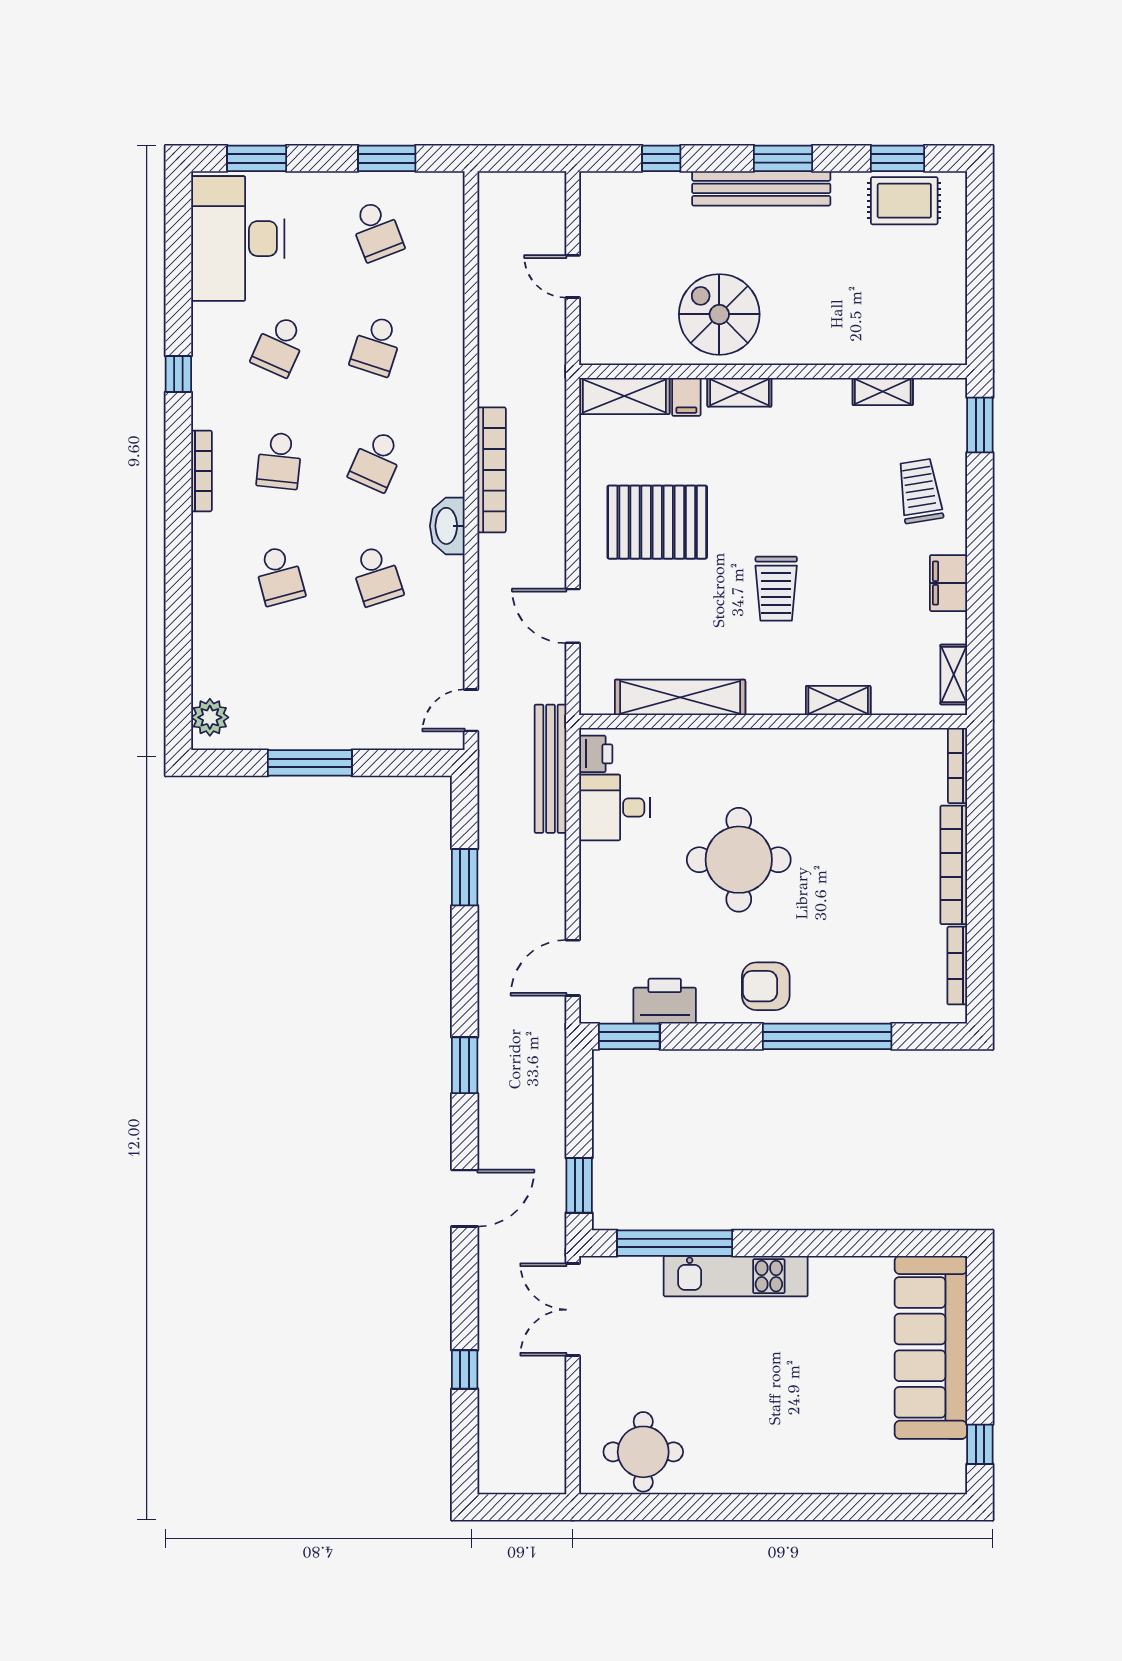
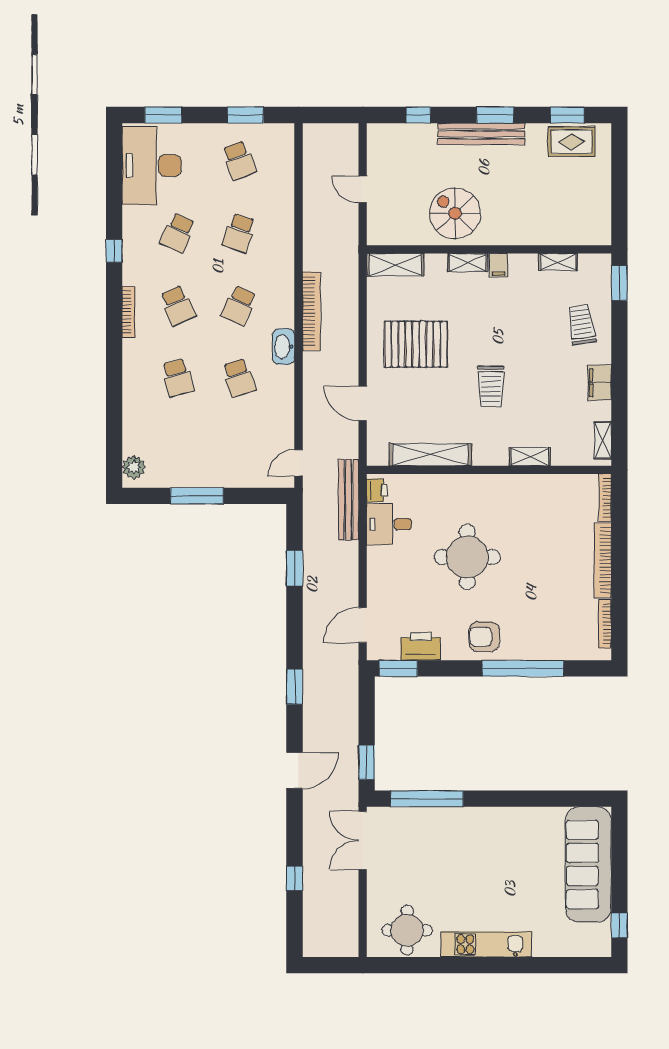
filing cabinet: (686, 397) -> (498, 265), moved
school desk: (279, 461) -> (178, 305), turned -30
kitchen unit: (736, 1276) -> (486, 944), moved, turned 180

